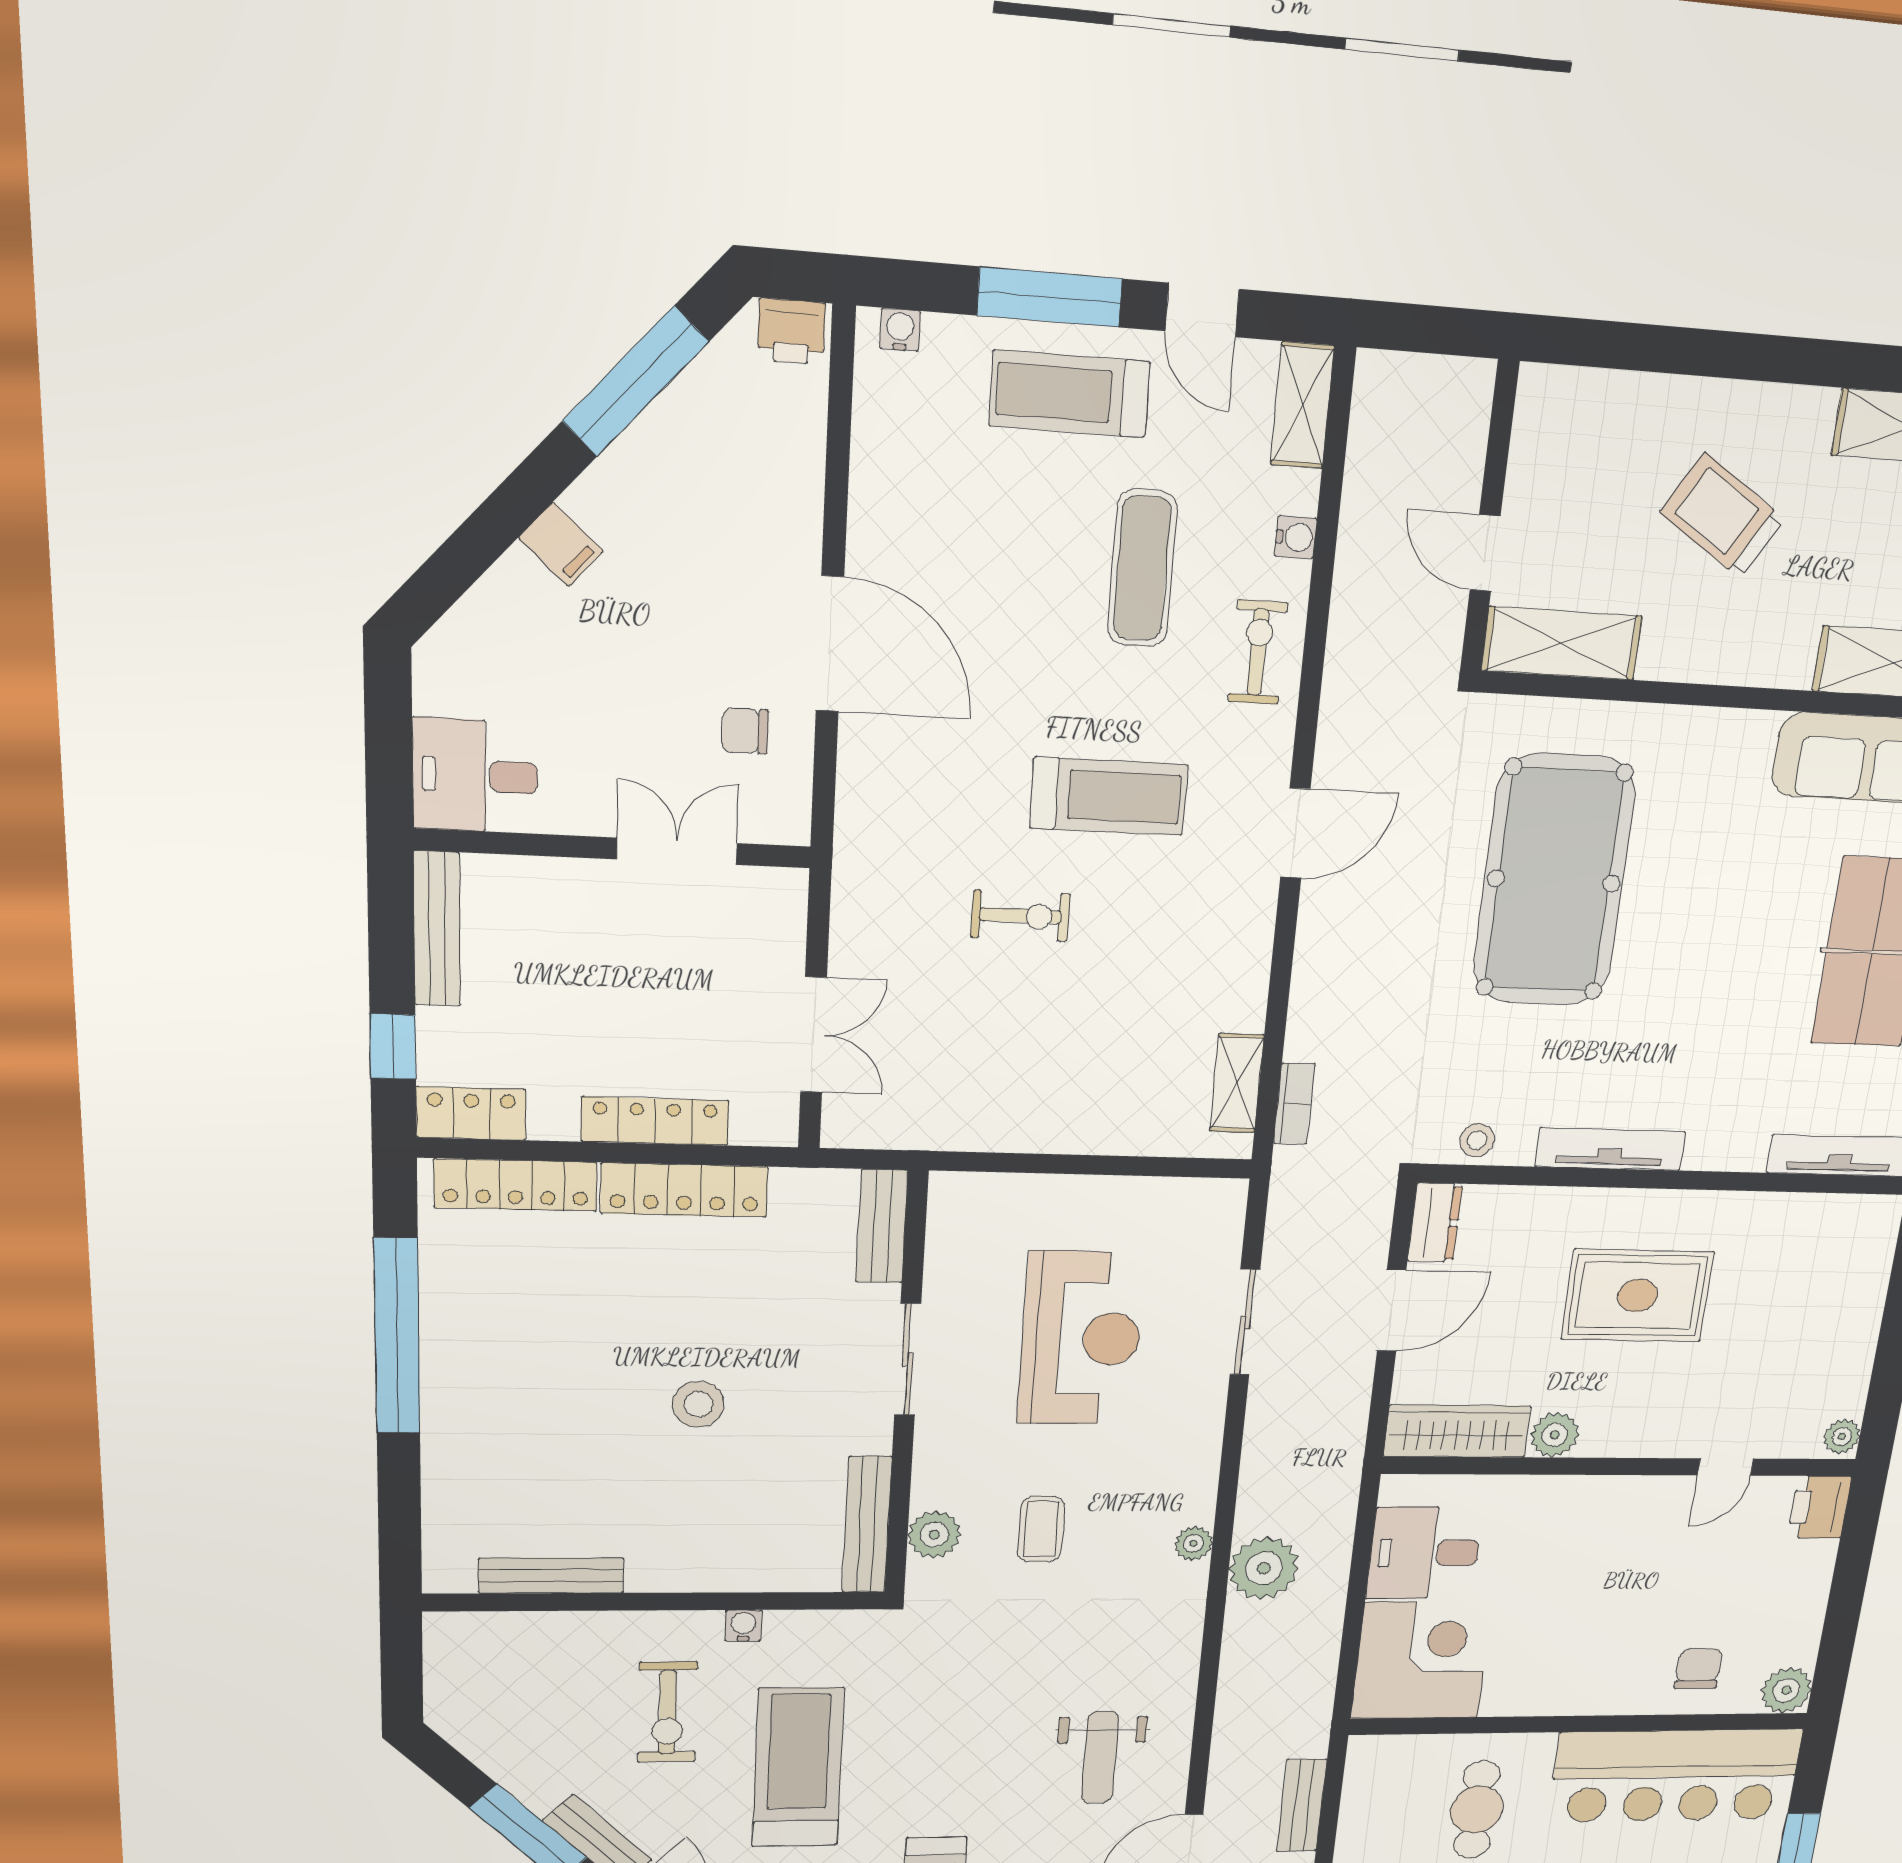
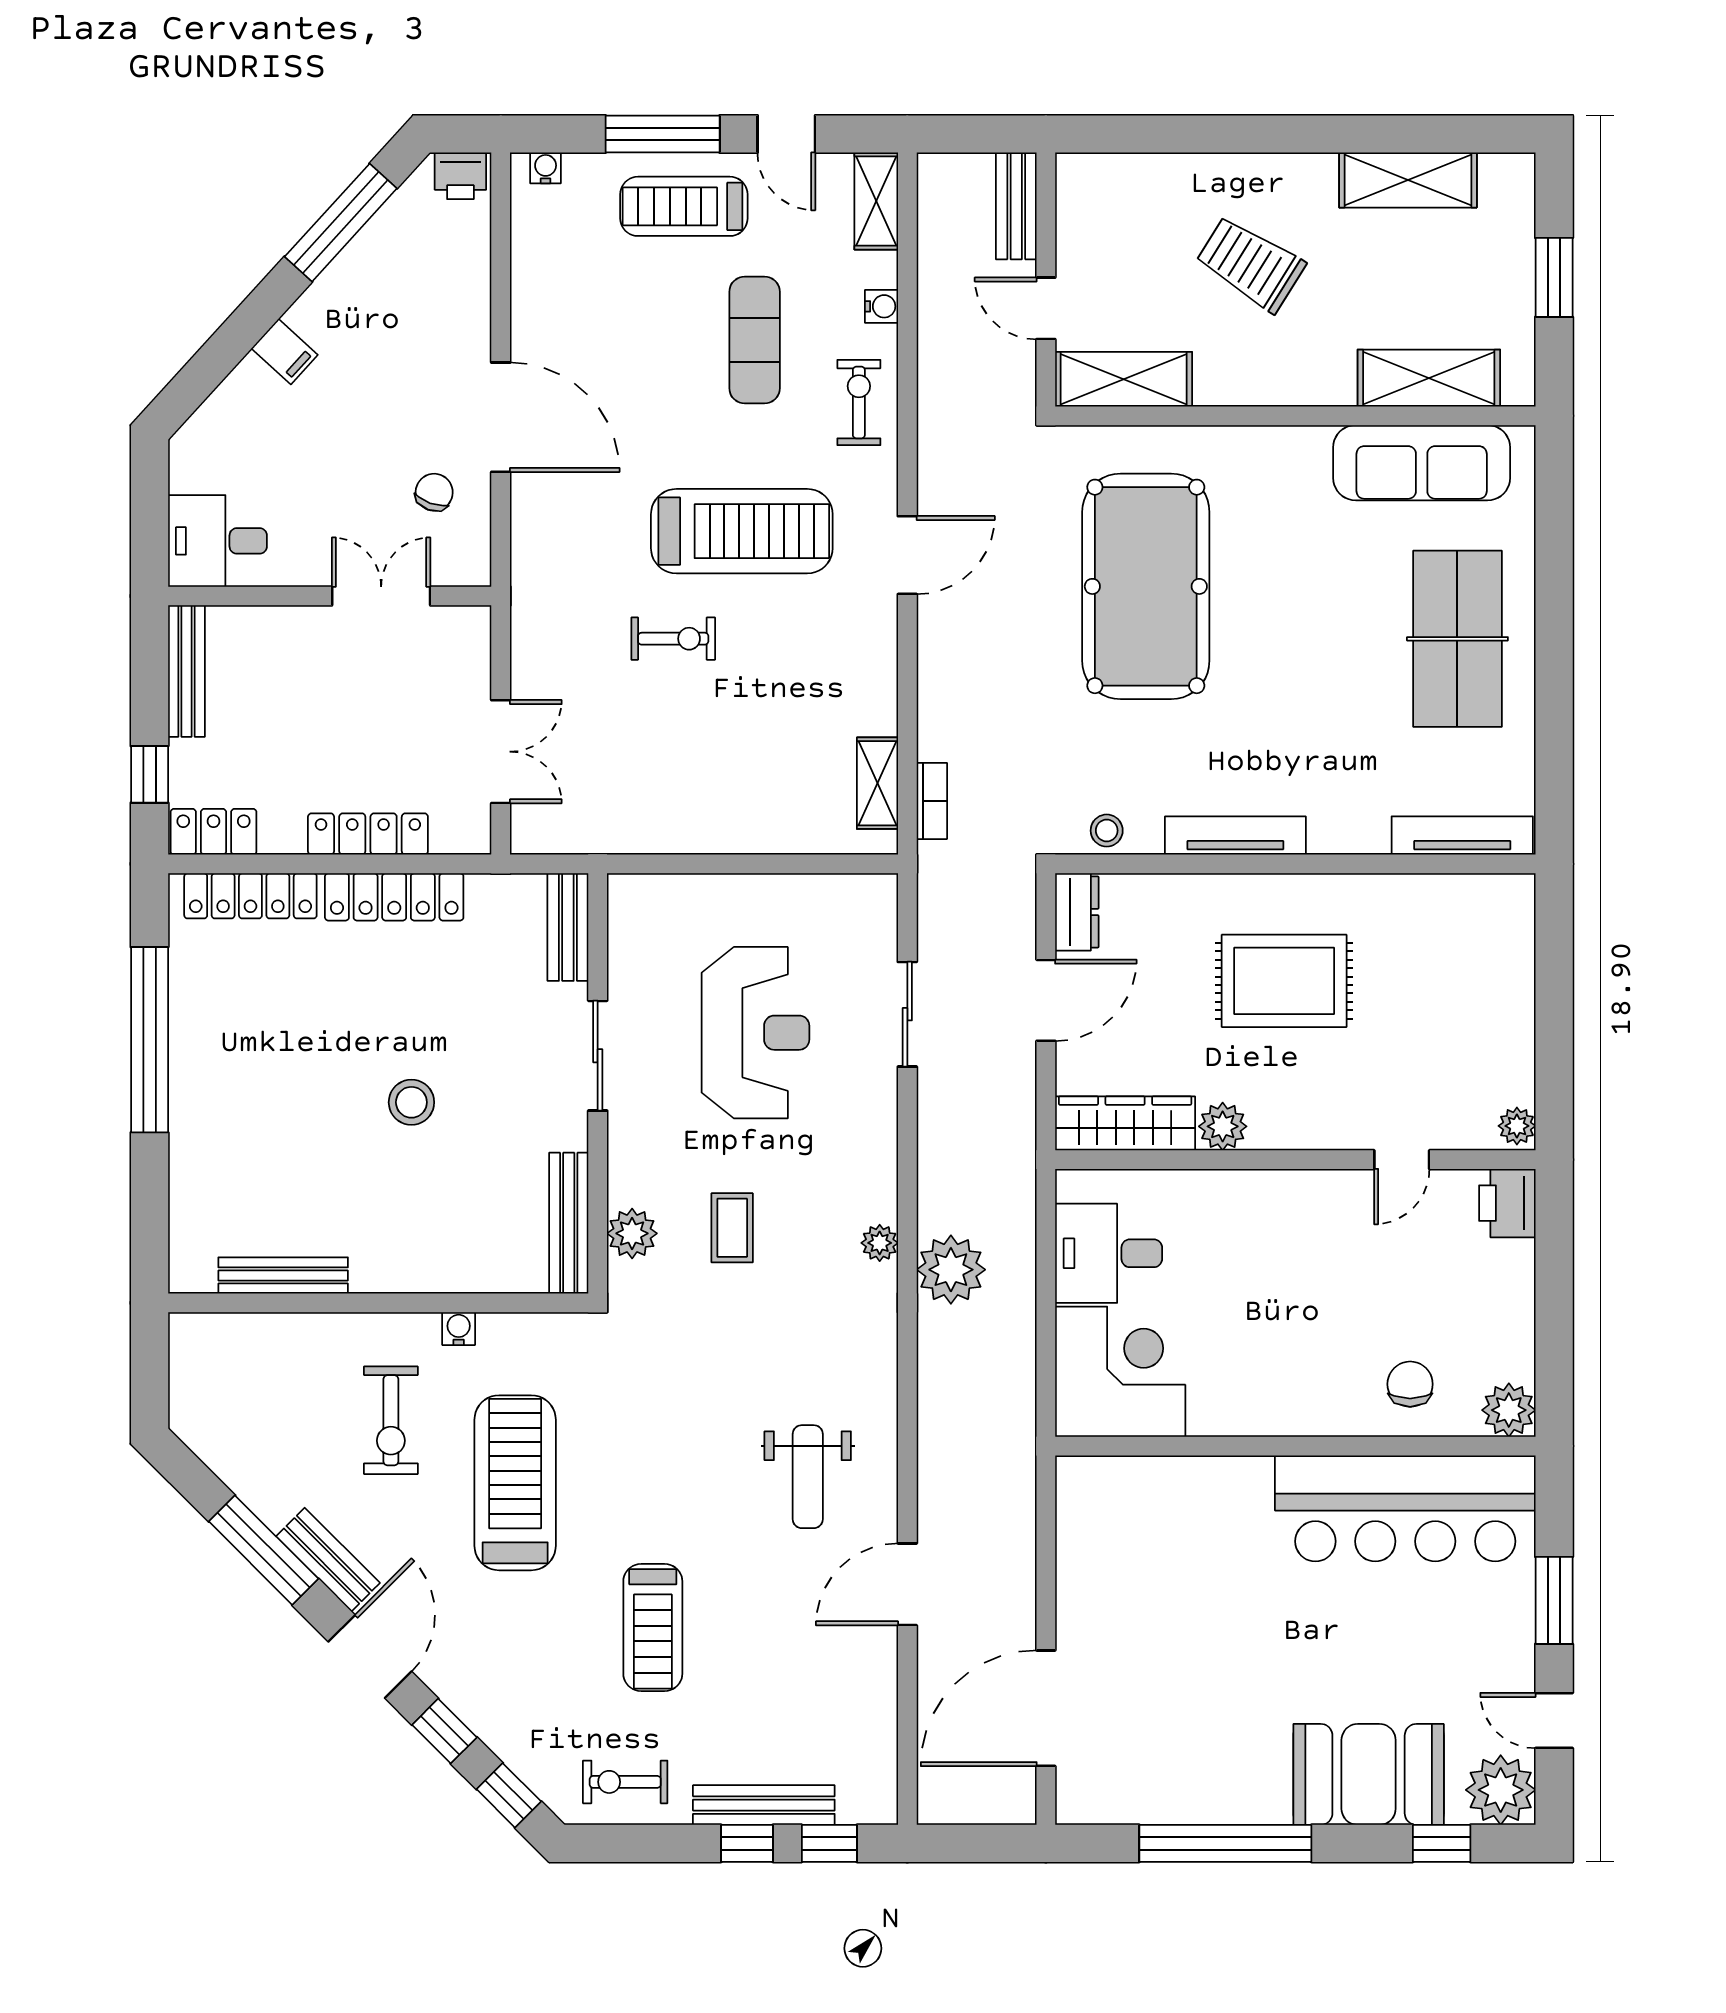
chair: (745, 731) -> (434, 492), turned 110
treadmill: (1109, 796) -> (742, 531), width x1.37, depth x1.38
bench: (1302, 1806) -> (1016, 206), moved
cafe table: (1477, 1810) -> (1199, 1544), removed

